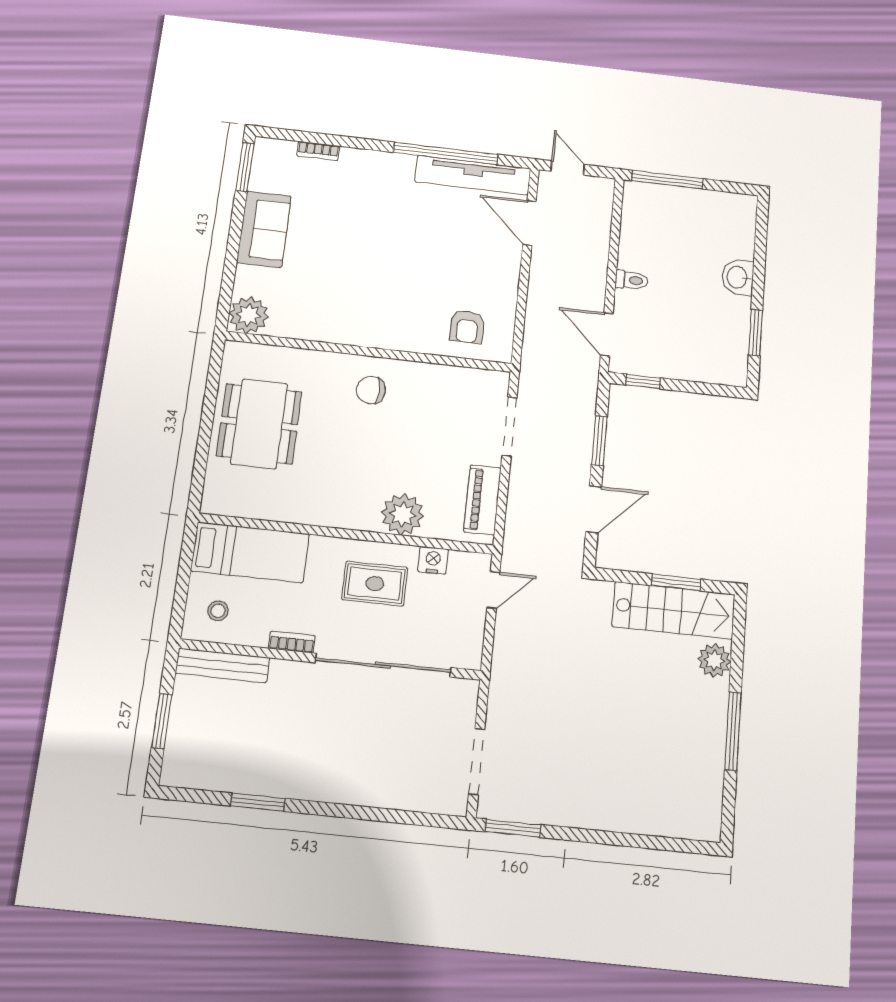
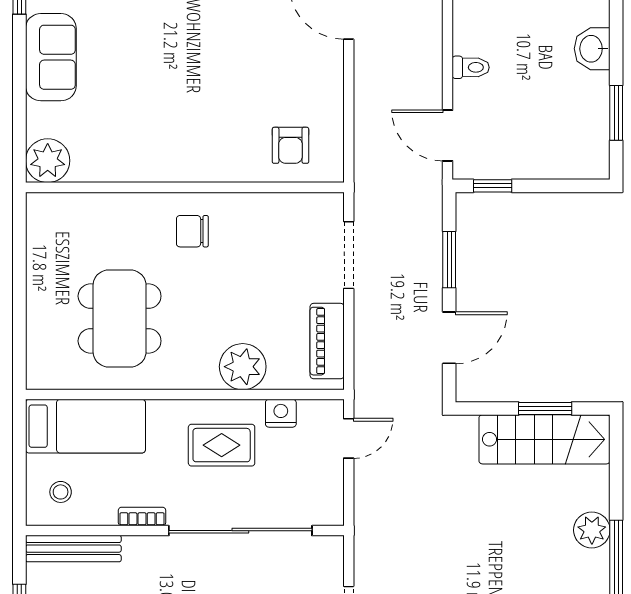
dining table: (259, 424) -> (120, 318), moved
plant: (714, 660) -> (592, 530), moved

